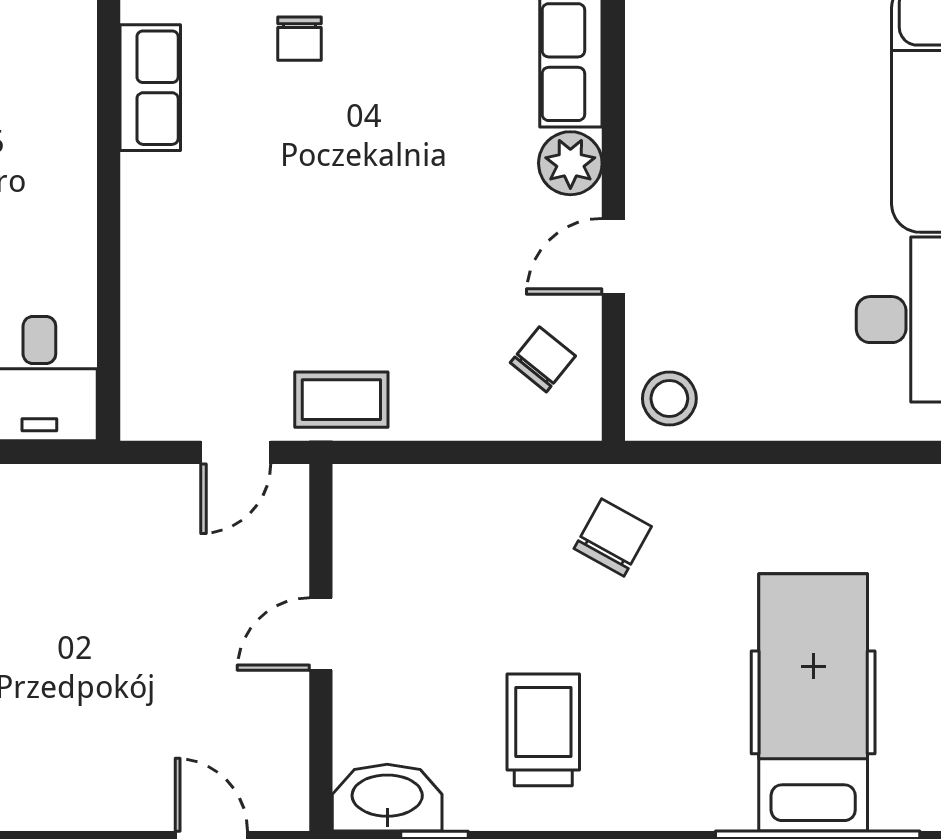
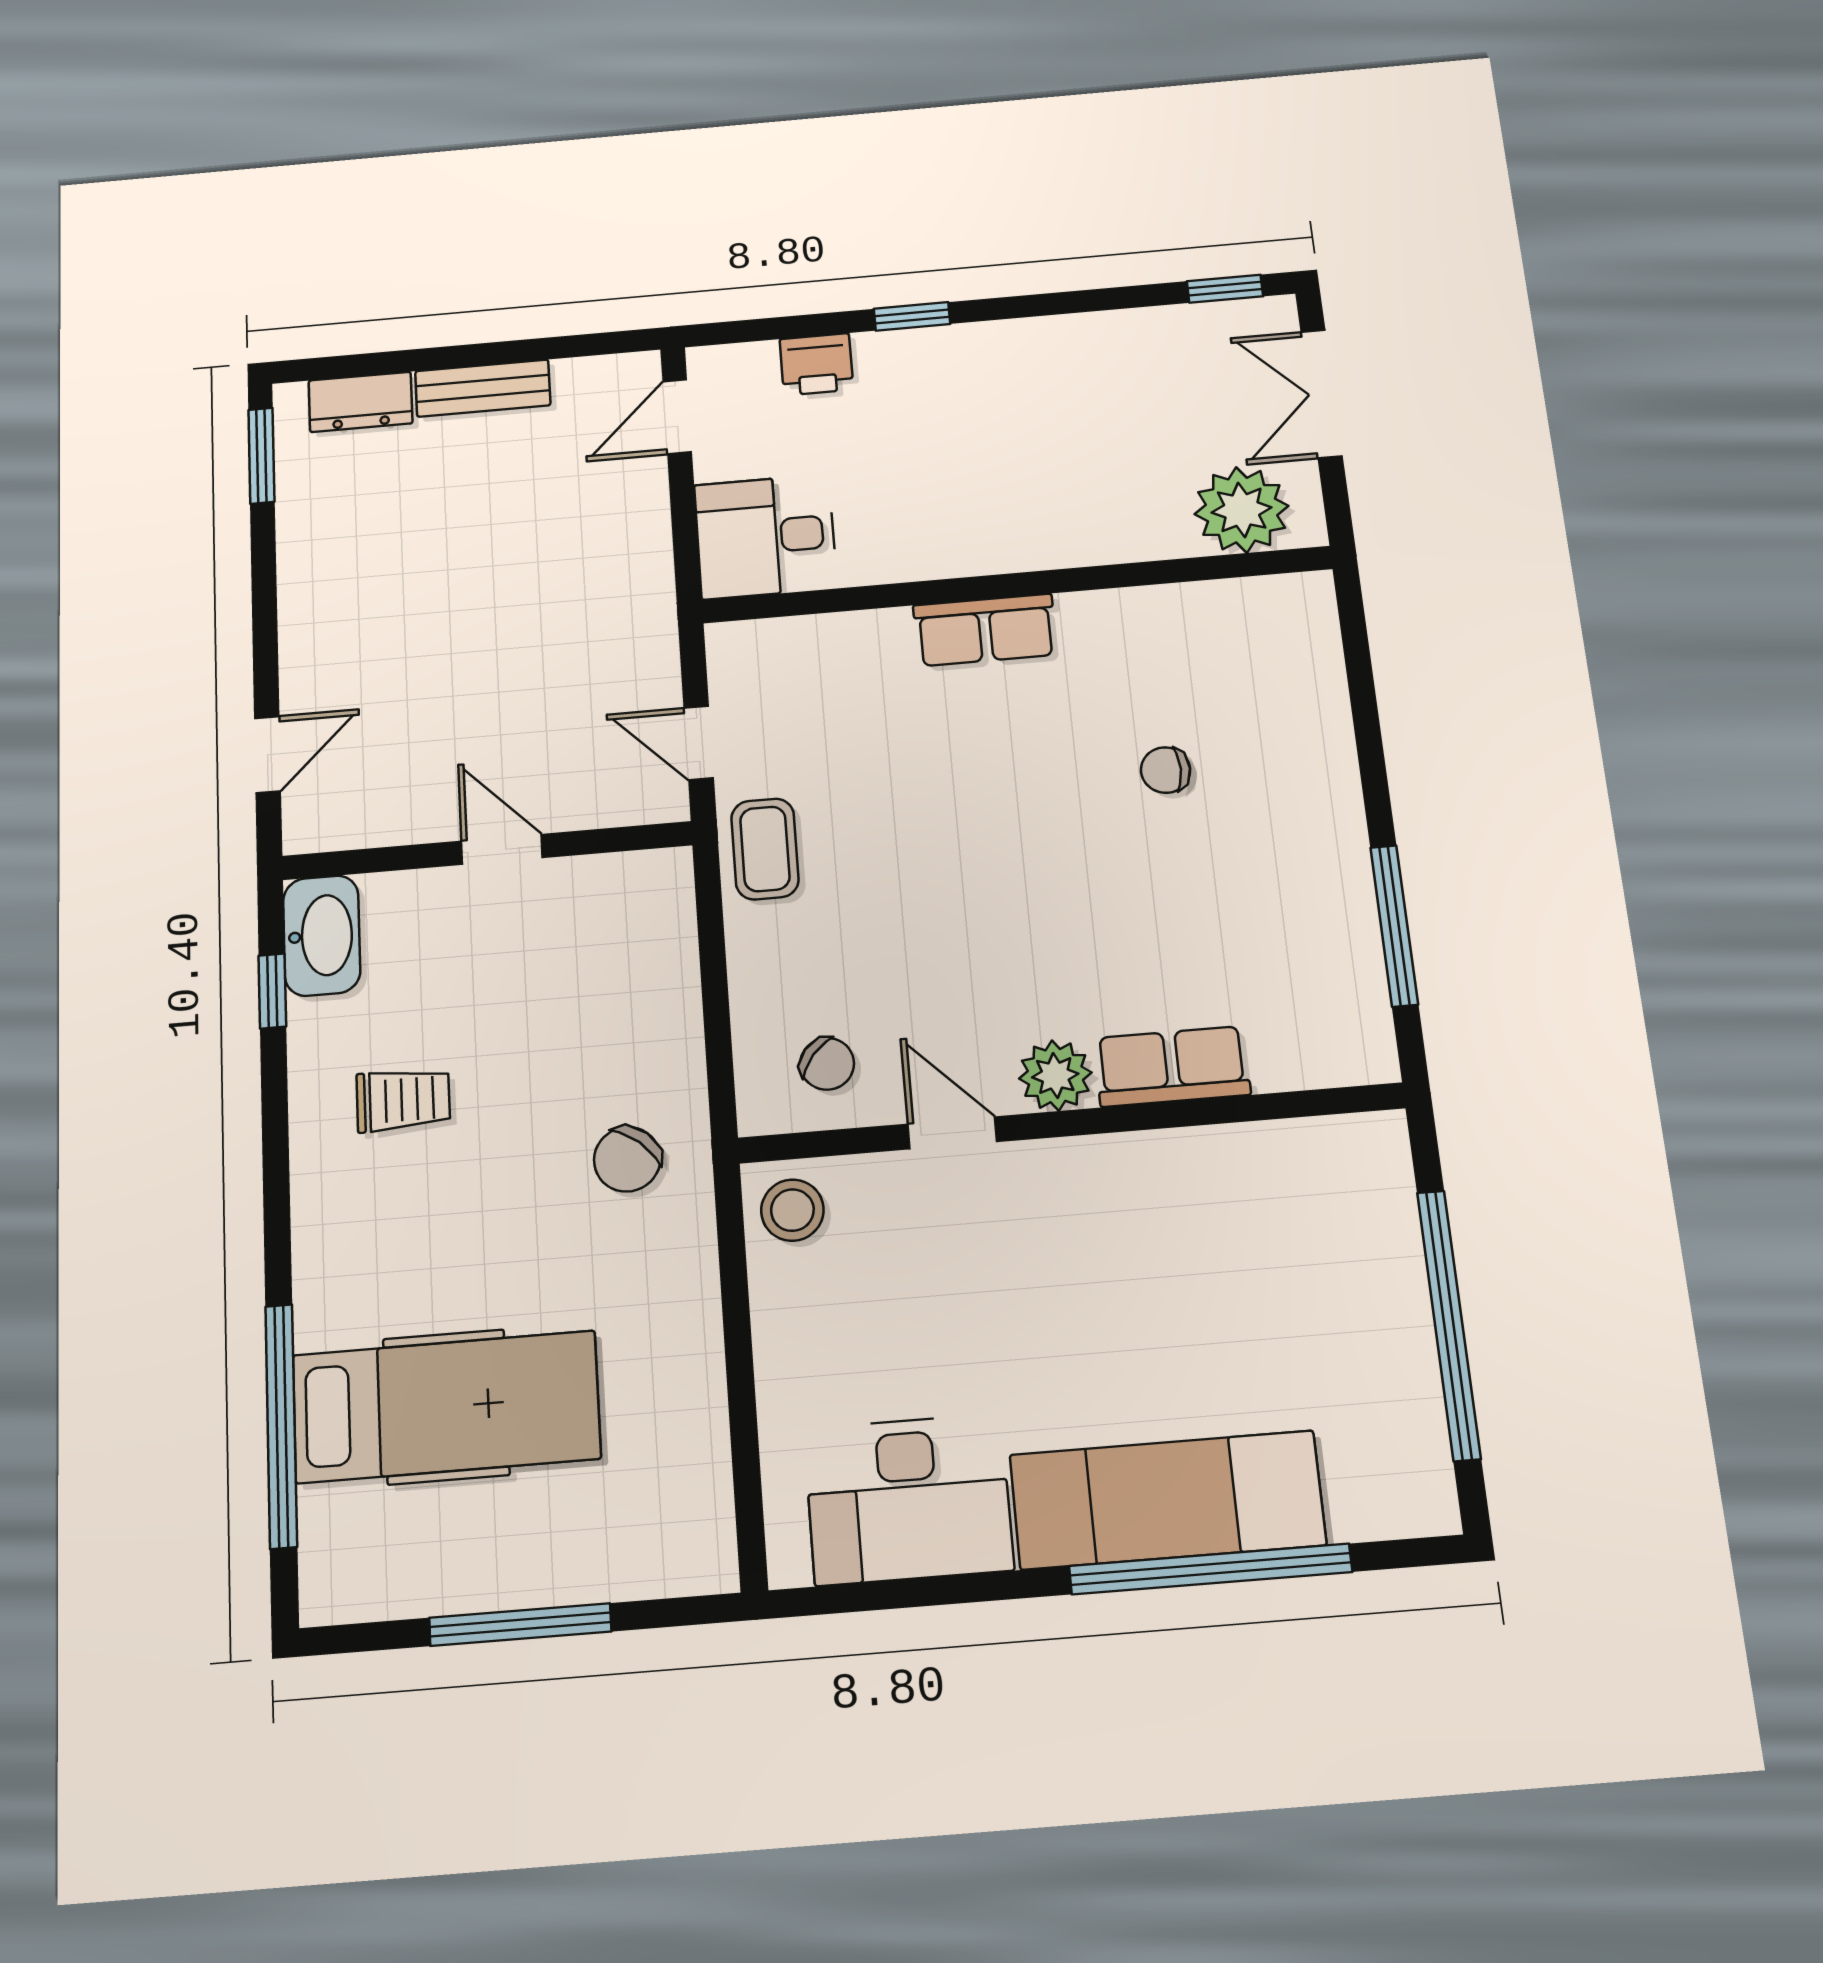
row of seats: (150, 88) -> (985, 630), moved
chair: (613, 538) -> (627, 1159), turned 101
trolley: (543, 730) -> (403, 1100), width x0.73, depth x0.72

